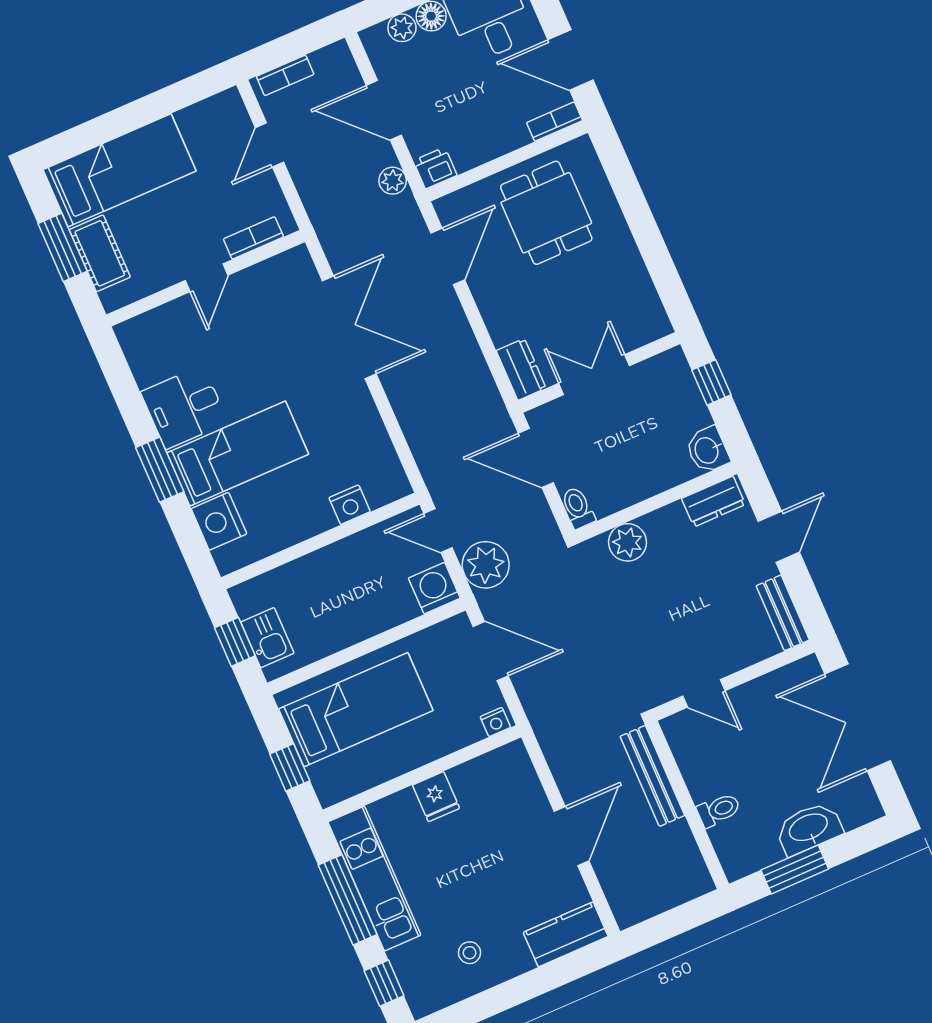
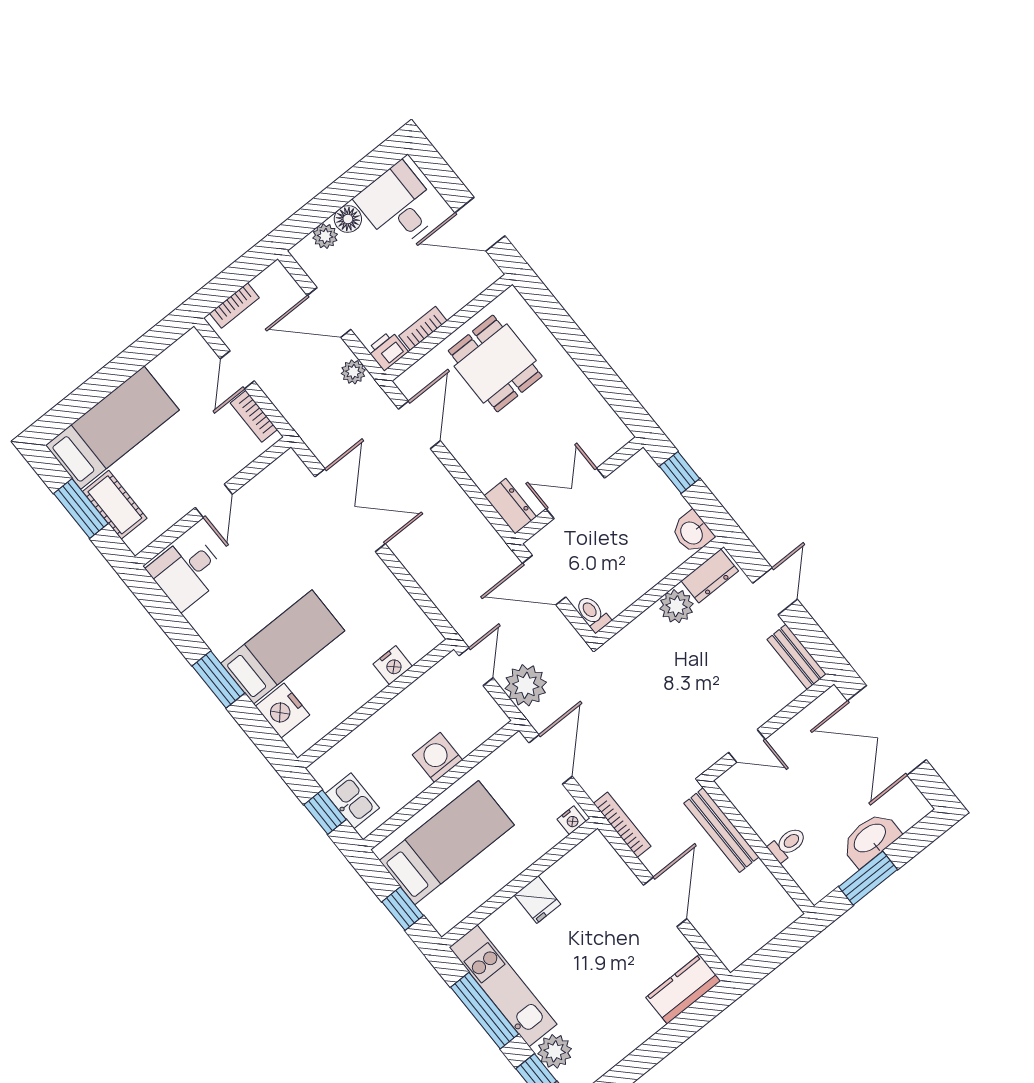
bookcase: (555, 122) -> (423, 328), moved
bookcase: (253, 238) -> (254, 416), moved, turned -90
desk: (184, 407) -> (187, 572), moved
door: (438, 531) -> (476, 667), swing flipped
plant: (628, 542) -> (676, 606), moved
washing machine: (434, 588) -> (437, 757), moved
door: (491, 651) -> (551, 759), hinge flipped
bookcase: (548, 741) -> (622, 825), added
stool: (470, 953) -> (604, 1028), removed
plant: (410, 963) -> (555, 1051), added

